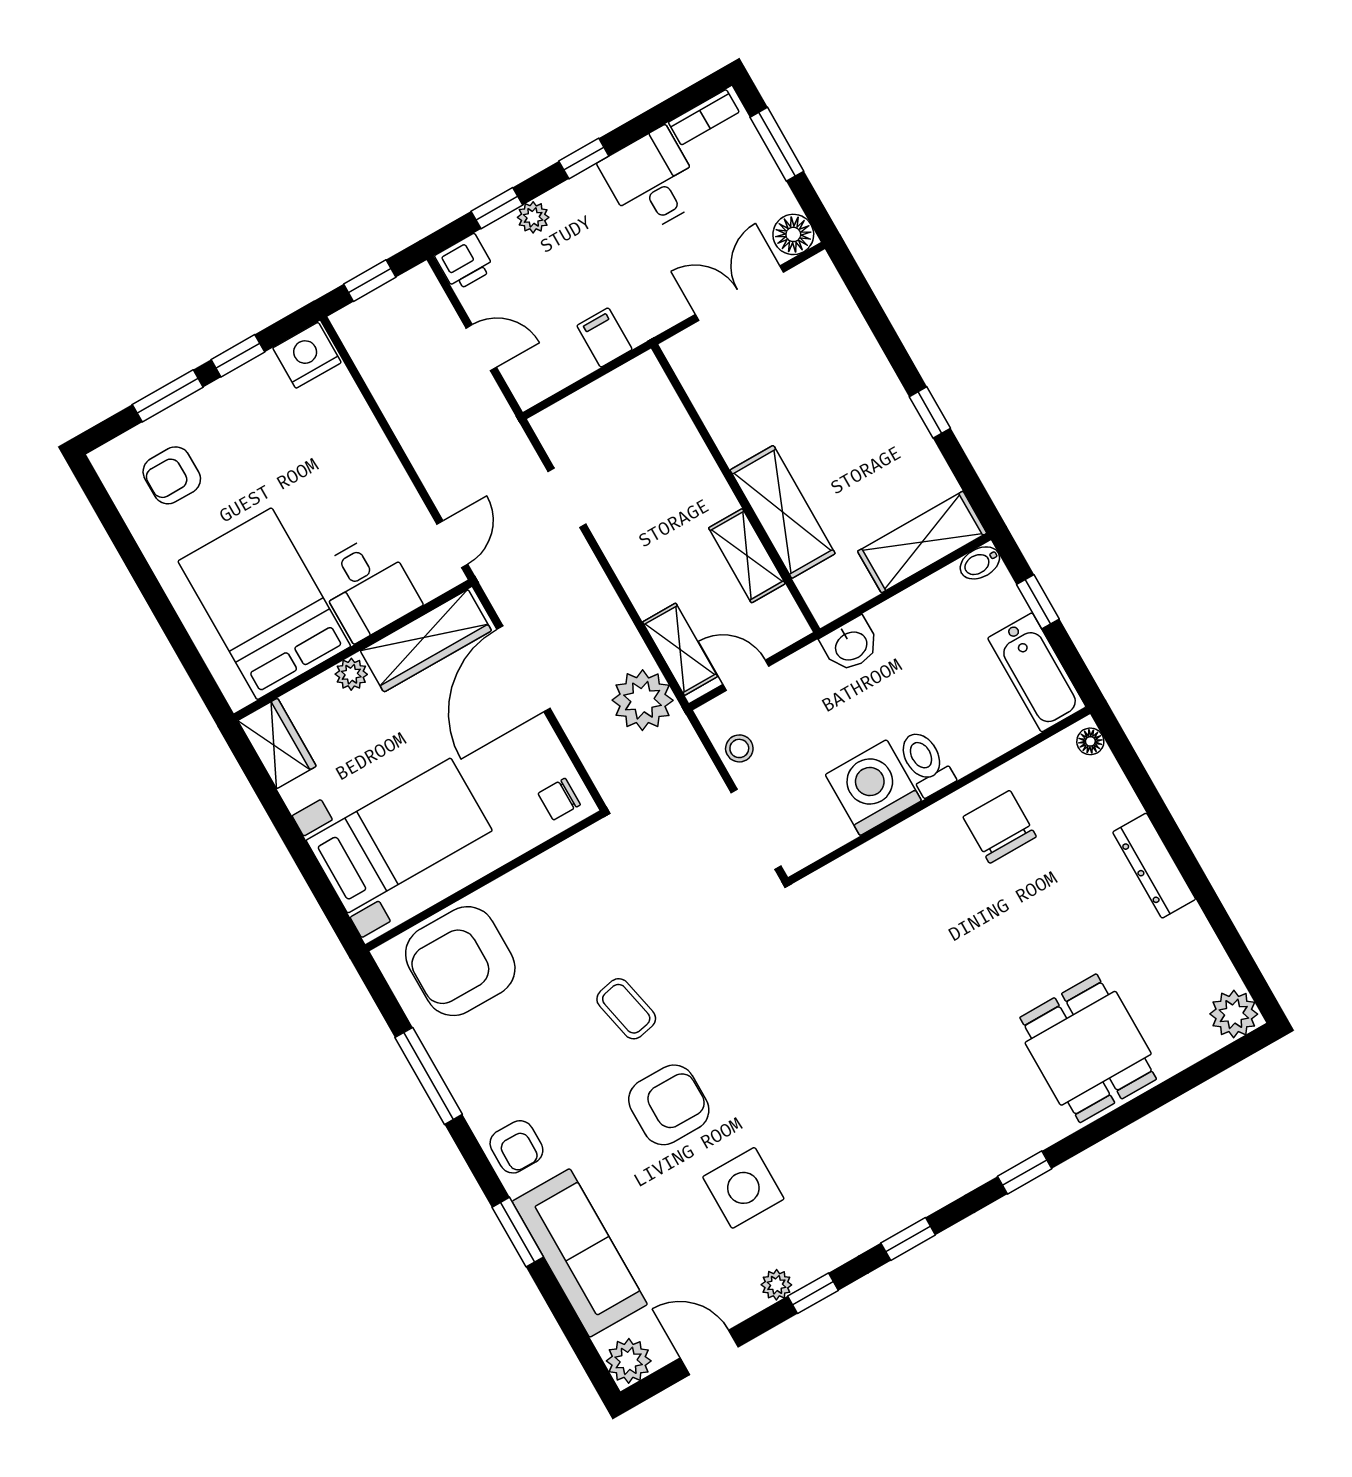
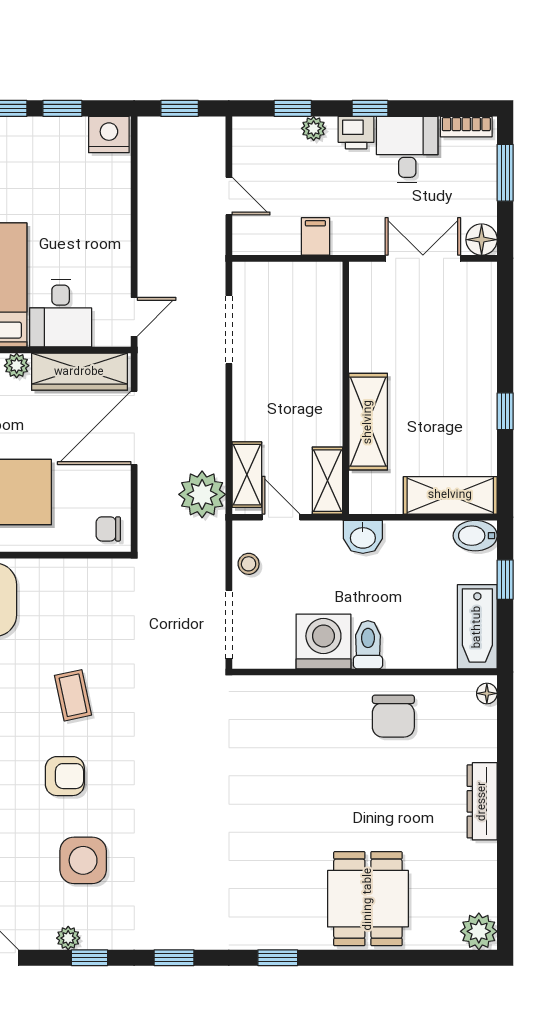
printer: (465, 262) -> (356, 133), moved
doorway: (567, 498) -> (229, 330), width x1.38
shelving: (747, 556) -> (327, 481), moved
bidet: (980, 563) -> (475, 536), width x1.38, depth x1.36
chair: (1000, 827) -> (393, 716), turned 180
armchair: (669, 1105) -> (65, 776), width x0.72, depth x0.72

